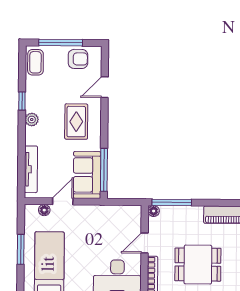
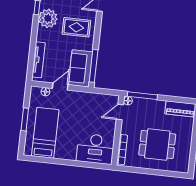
plant: (32, 120) -> (48, 18), width x1.88, depth x1.88
rug: (76, 122) -> (76, 27), turned 90
door: (145, 243) -> (120, 112), moved

